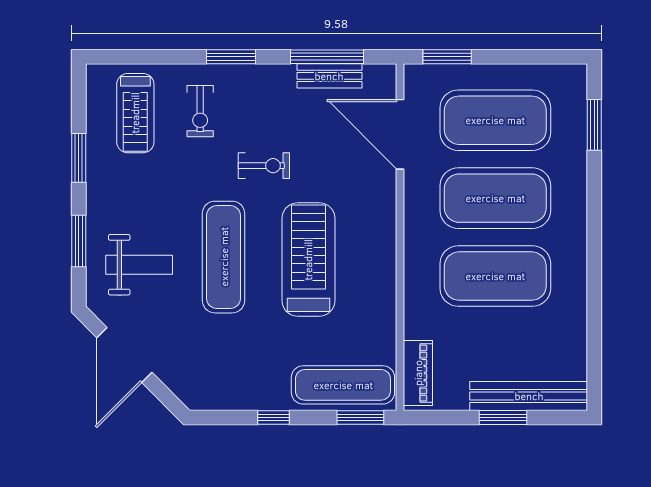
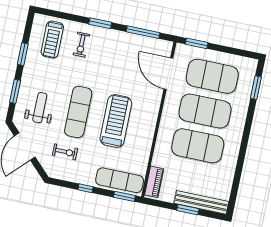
bench: (329, 76) -> (142, 41), removed
exercise bike: (264, 166) -> (65, 152), moved
weight bench: (139, 265) -> (40, 108), turned -90

